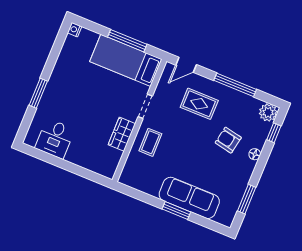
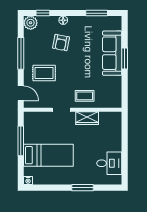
bed: (126, 60) -> (48, 155), moved, turned -90
rug: (199, 104) -> (44, 73), turned 90

